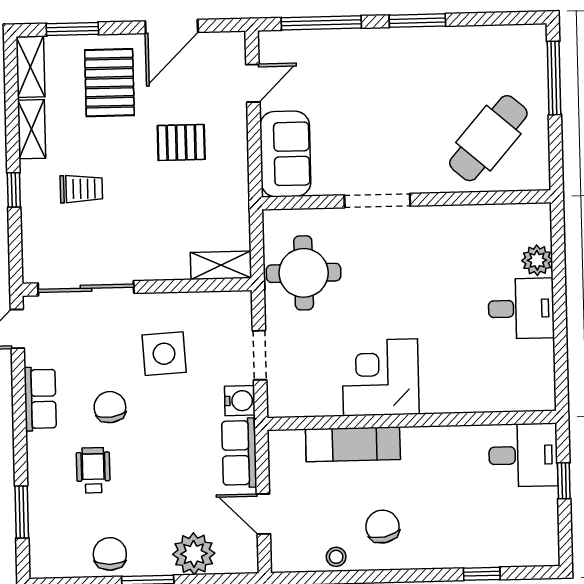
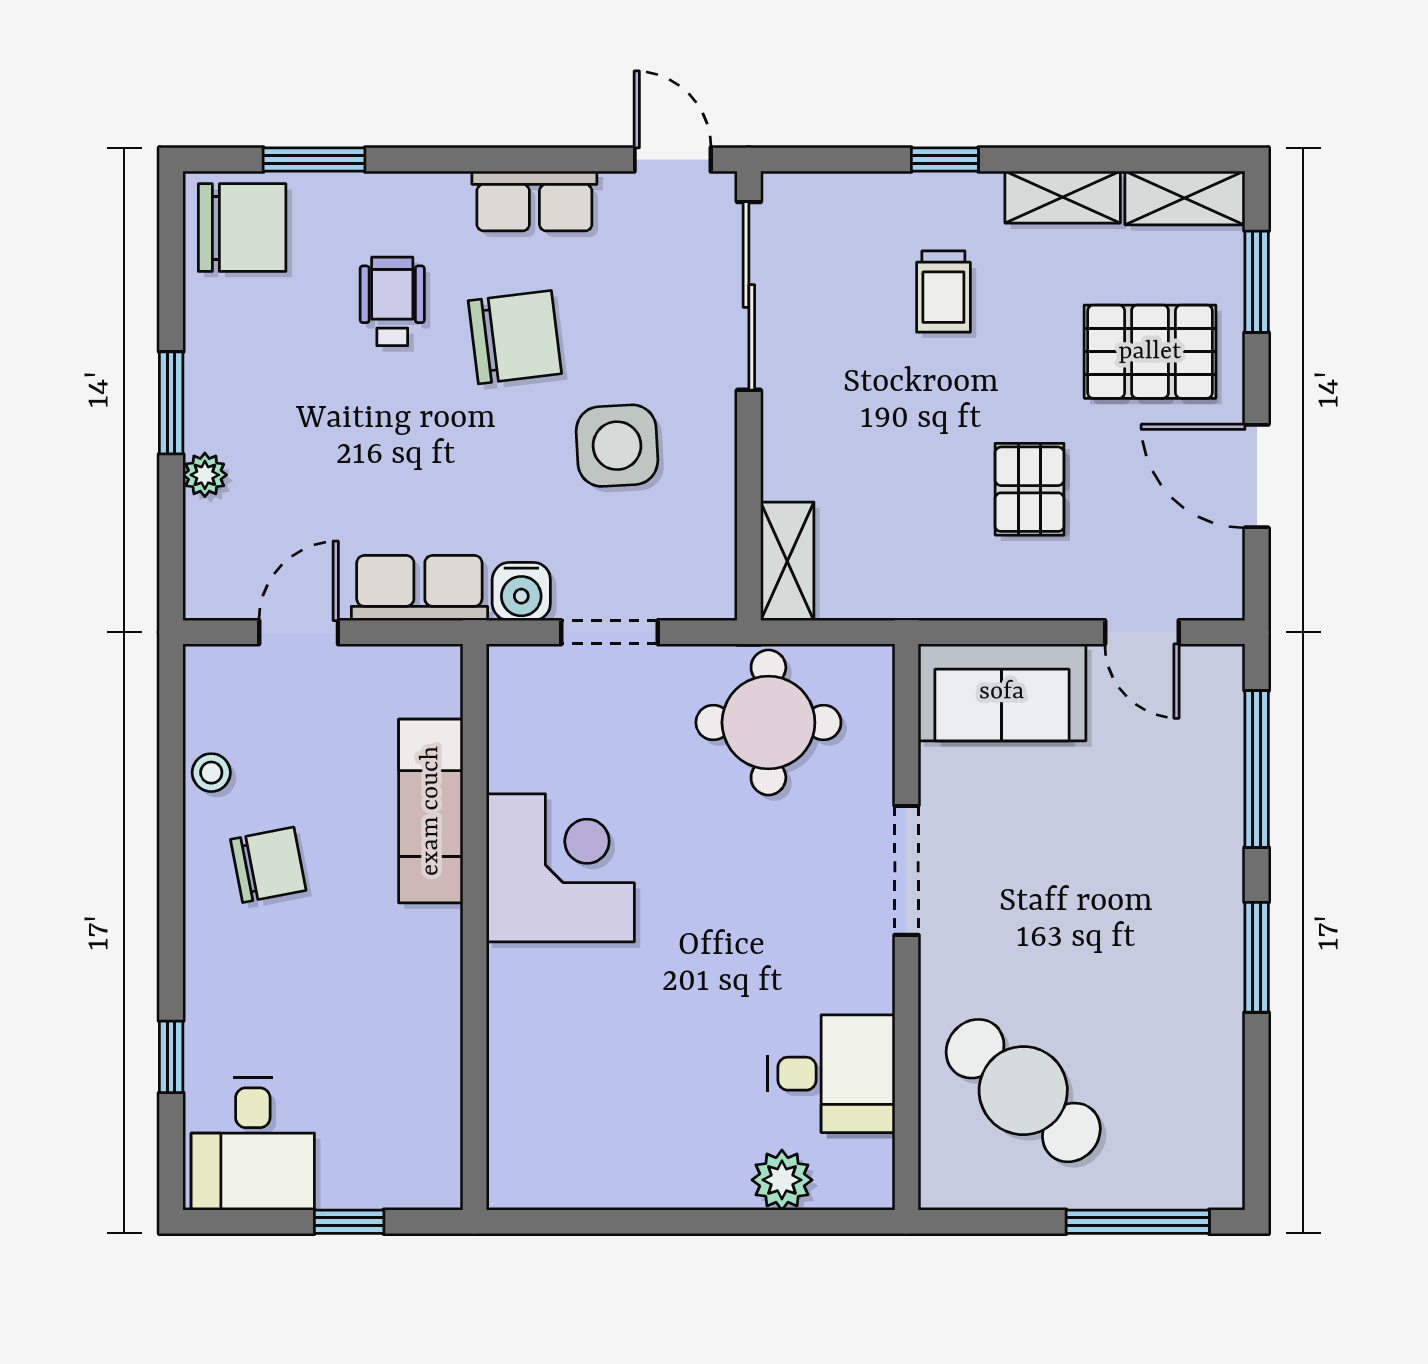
desk: (521, 309) -> (831, 1074), moved, turned -90
chair: (110, 407) -> (515, 337), width x1.37, depth x1.37
desk: (523, 455) -> (253, 1144), moved
wheelchair: (93, 470) -> (392, 301), turned -90
chair: (110, 554) -> (242, 228), moved, width x1.37, depth x1.37
plant: (194, 554) -> (205, 475), width x0.53, depth x0.53

